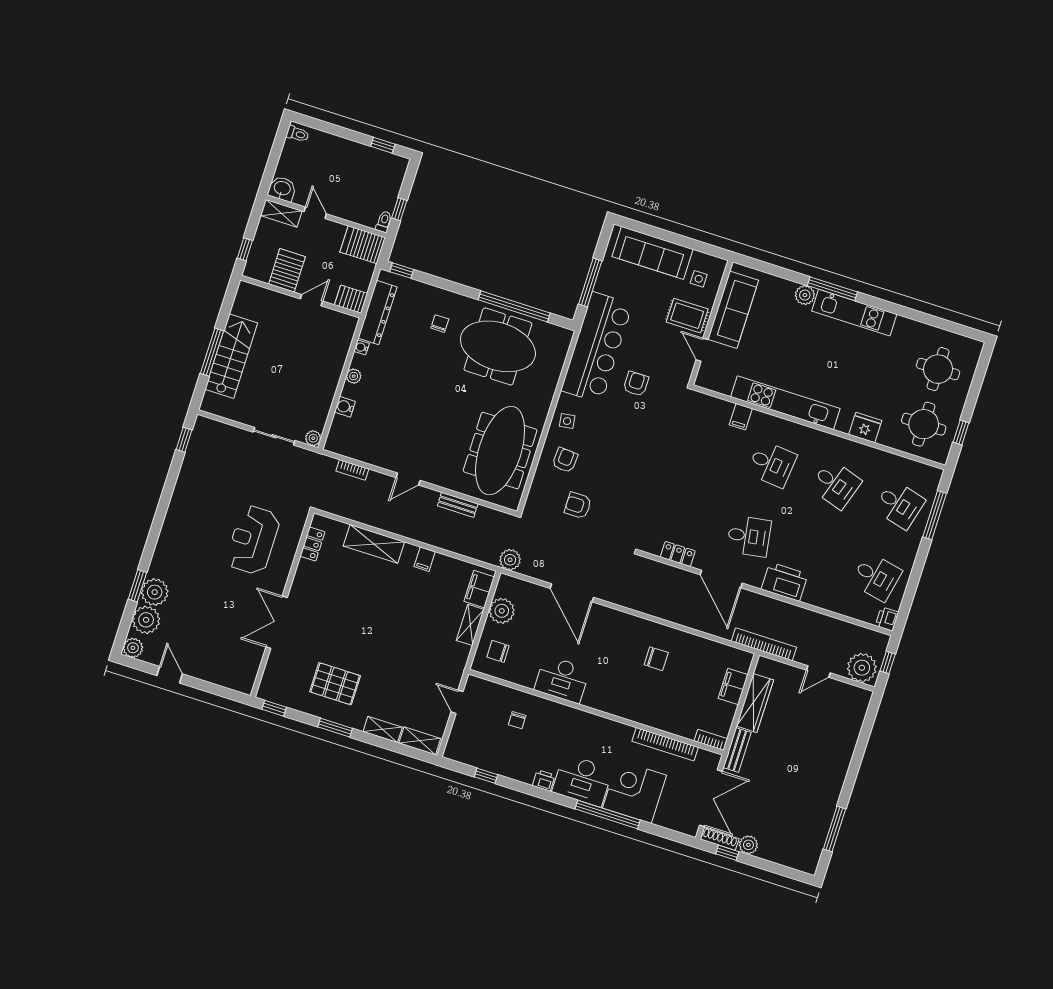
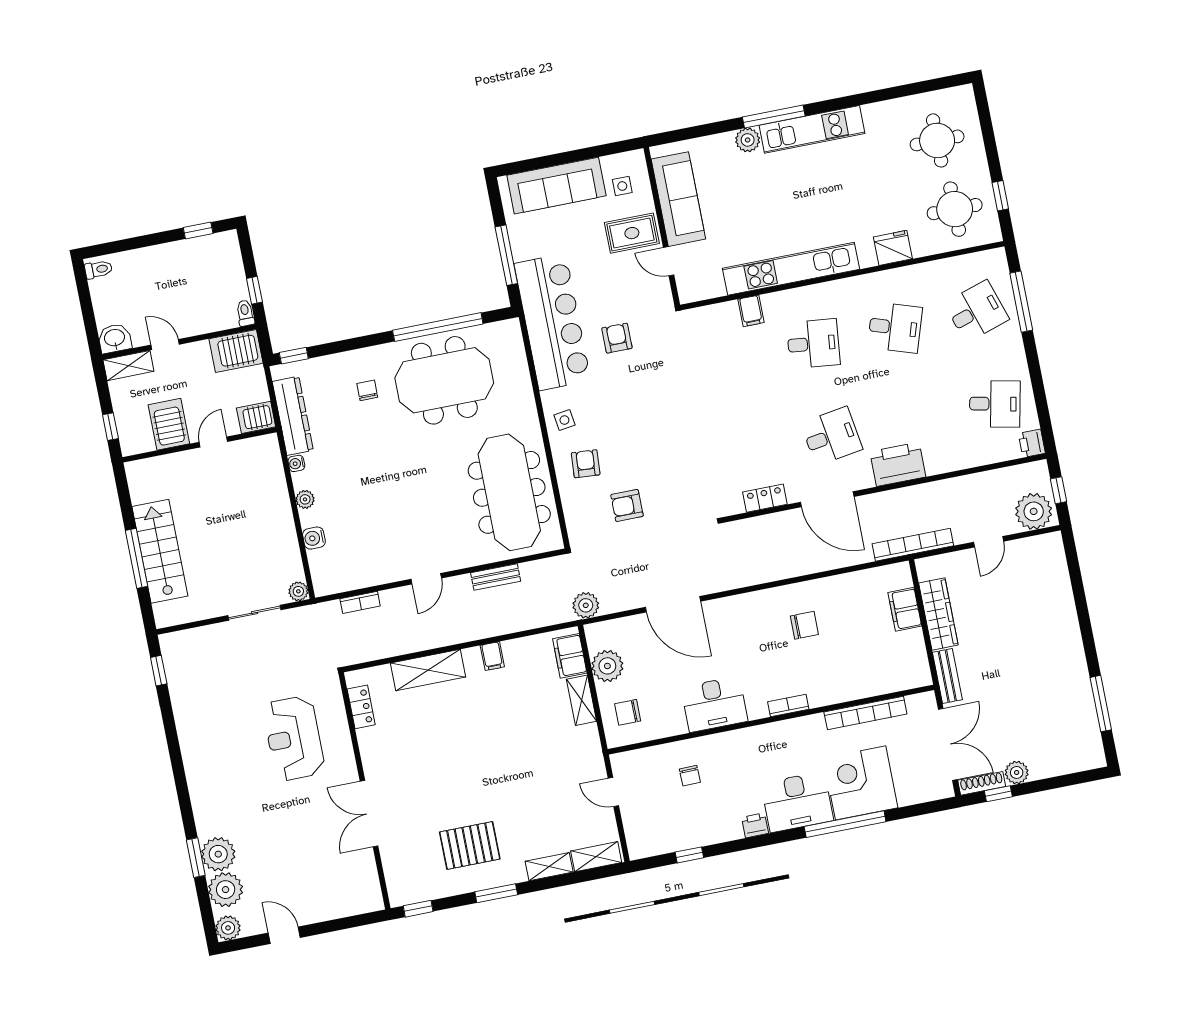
desk: (899, 505) -> (977, 311), turned -33
bookcase: (711, 740) -> (788, 705), moved

